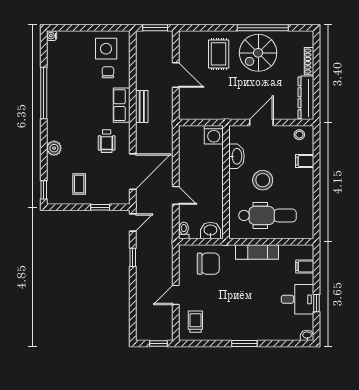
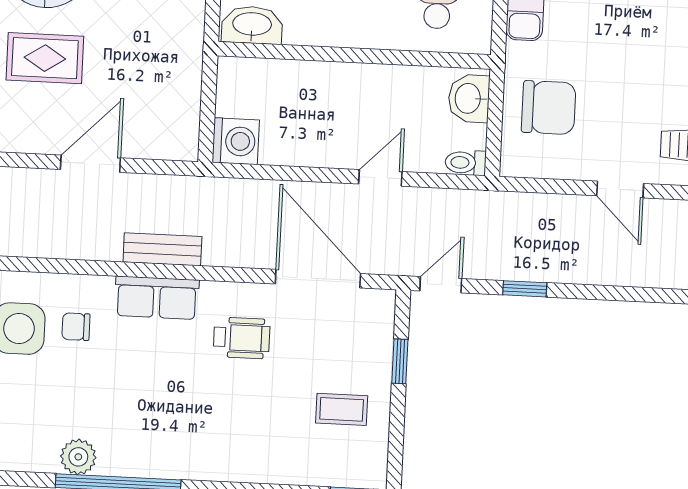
washing machine: (214, 135) -> (236, 141), moved
plant: (54, 148) -> (78, 457), moved
washbasin: (236, 156) -> (252, 25), moved
door: (133, 223) -> (441, 285), hinge flipped
chair: (208, 264) -> (549, 108), turned 90

